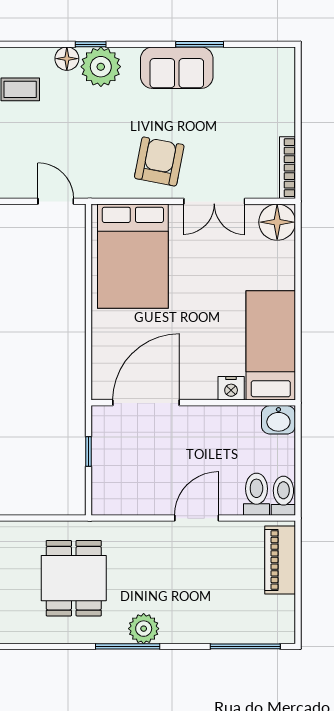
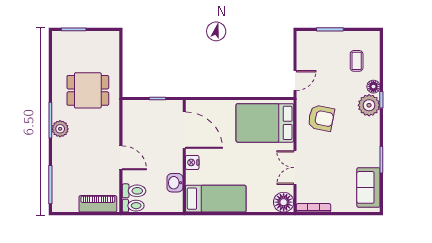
sofa: (177, 68) -> (368, 187), moved
armchair: (159, 161) -> (321, 118), moved
nightstand: (231, 388) -> (192, 162), moved
washbasin: (278, 420) -> (175, 183), moved

